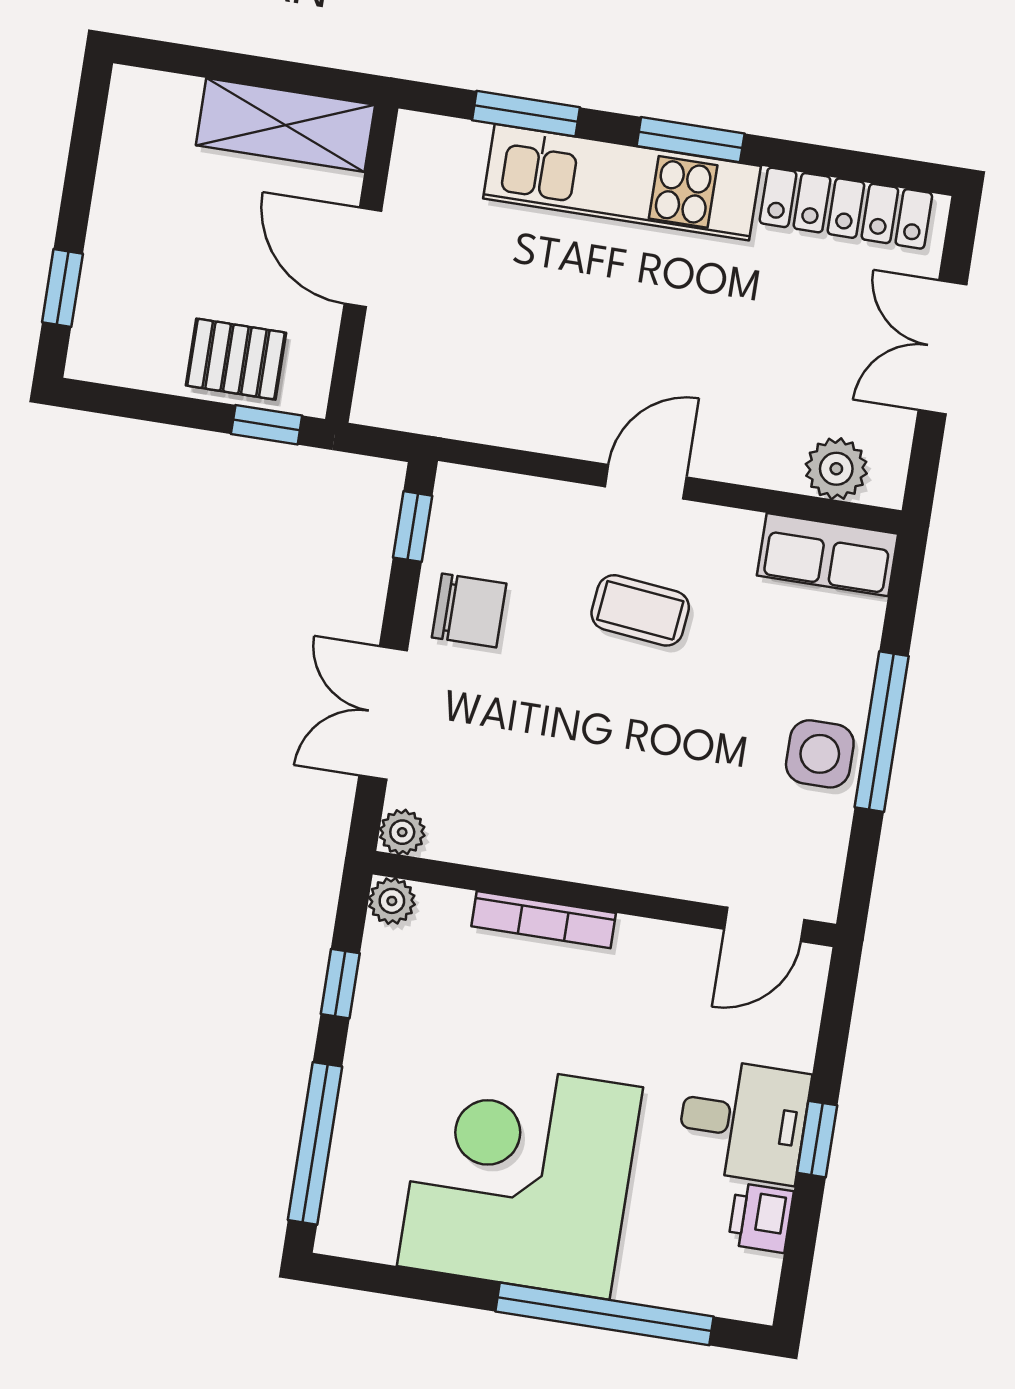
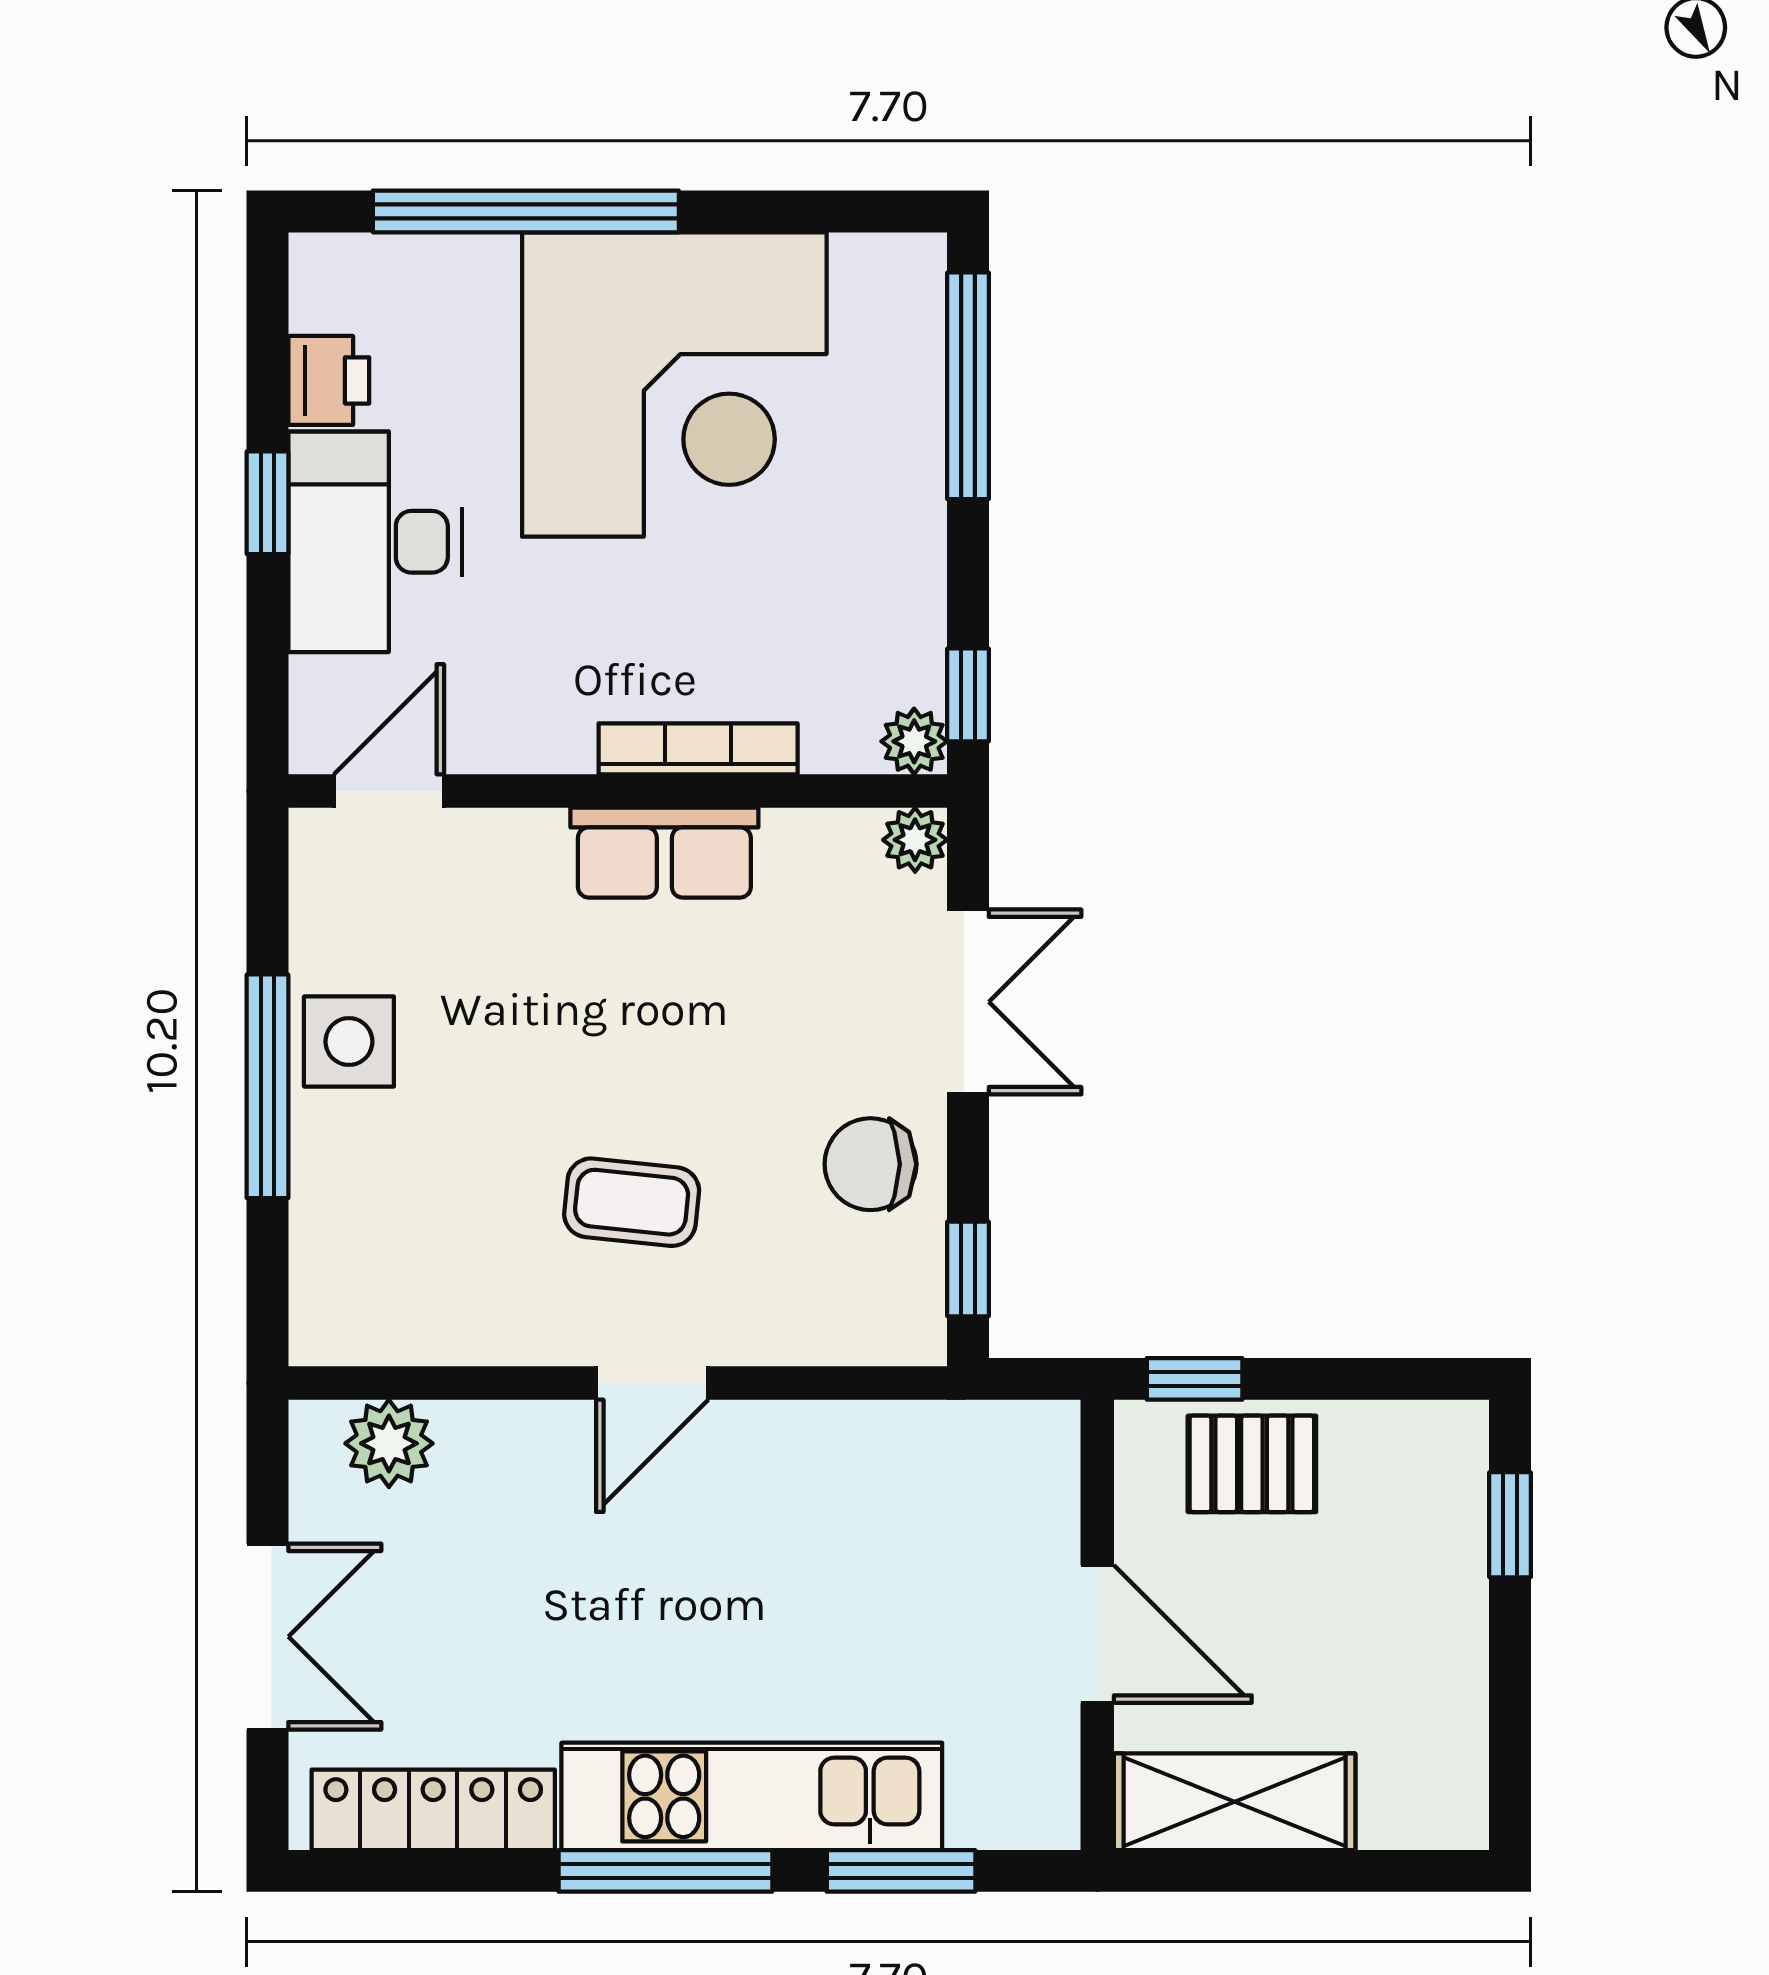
window: (691, 140) -> (665, 1871), width x1.44
row of seats: (827, 555) -> (664, 853), moved, turned 180
window: (340, 984) -> (968, 695), moved
desk: (743, 1121) -> (375, 542), width x1.37

